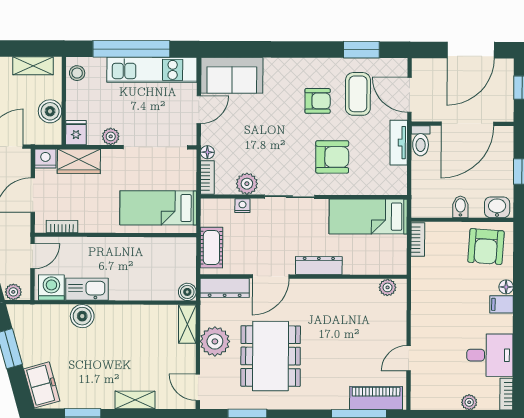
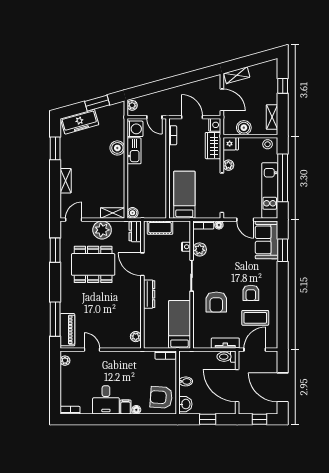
window: (361, 50) -> (283, 250), moved
dresser: (225, 288) -> (135, 231), width x0.70
desk: (490, 355) -> (106, 400), moved
freezer: (42, 385) -> (80, 122), width x1.40
plant: (469, 402) -> (65, 361), moved

